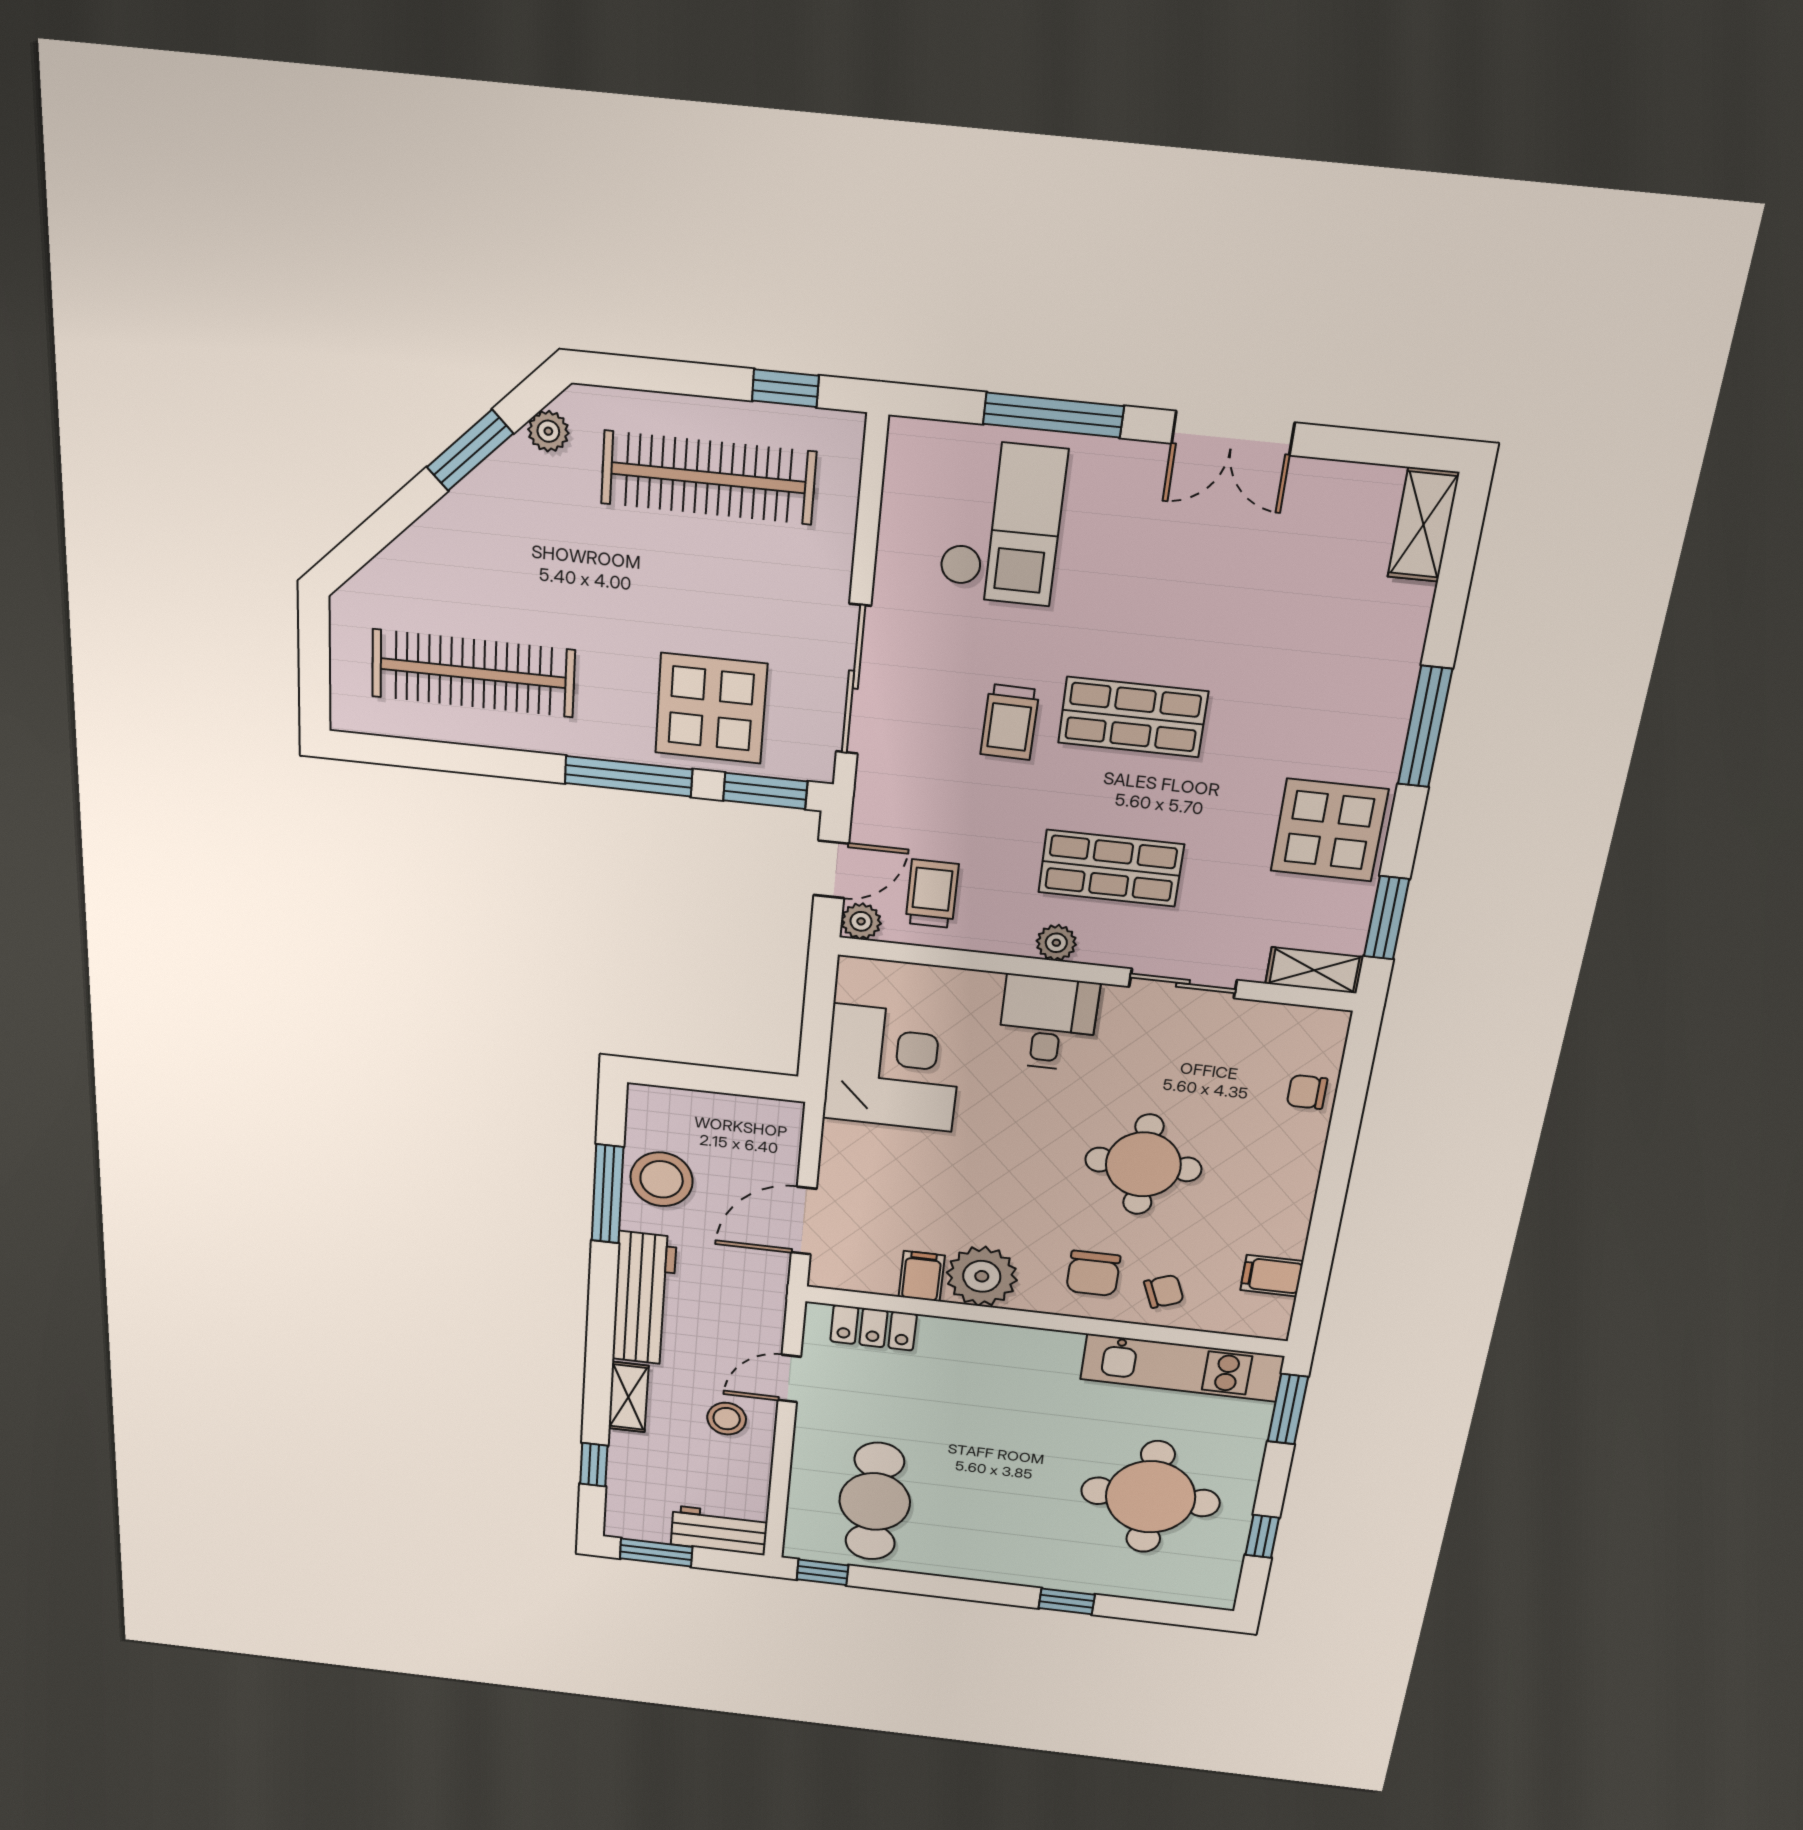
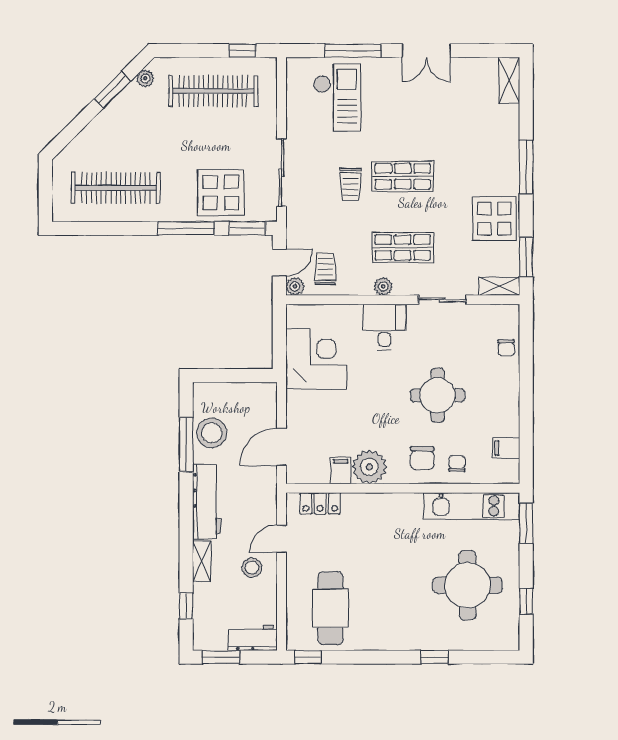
chair: (1307, 1092) -> (506, 348), turned -90
chair: (1164, 1291) -> (457, 464), turned -68

